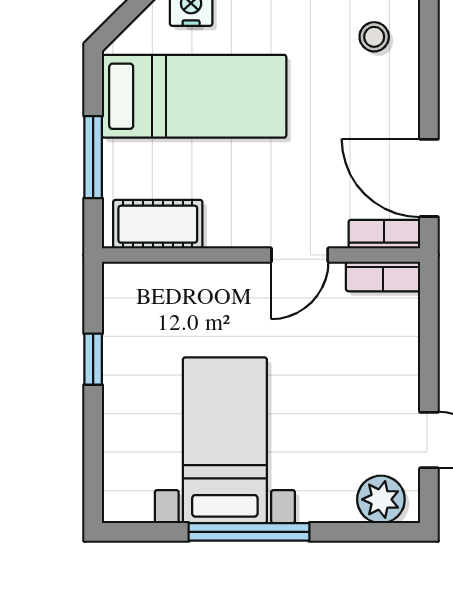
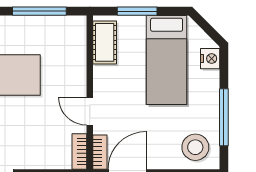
stool: (374, 37) -> (195, 147), width x1.89, depth x1.89
window: (93, 359) -> (39, 11), width x2.17

